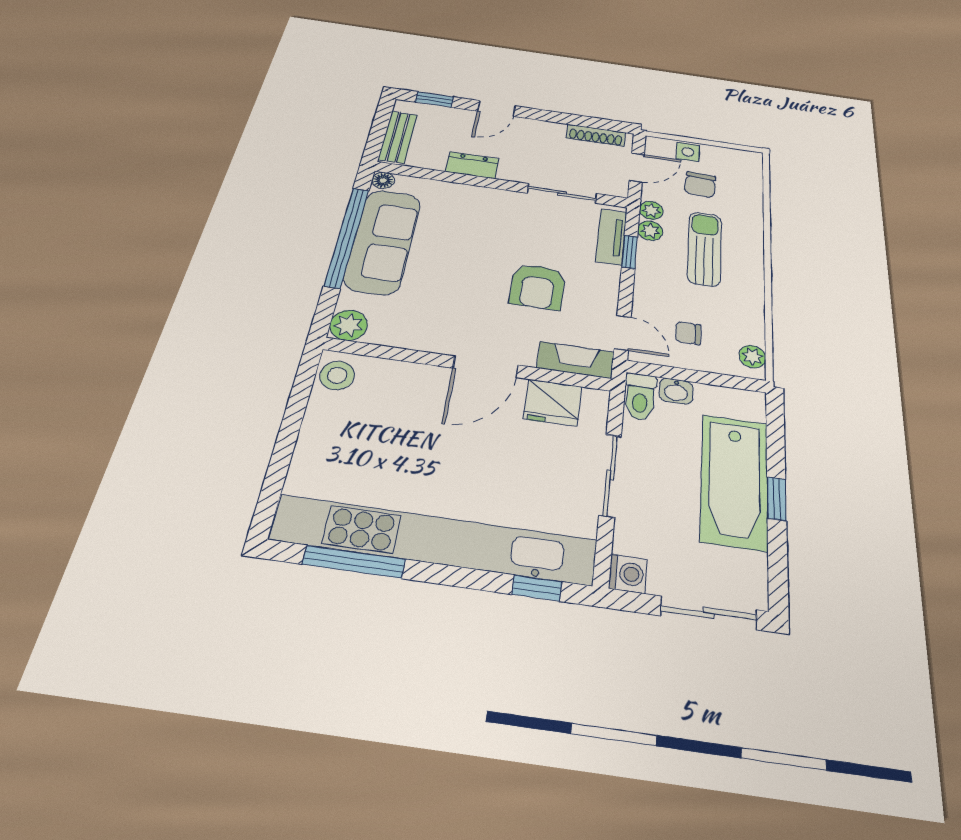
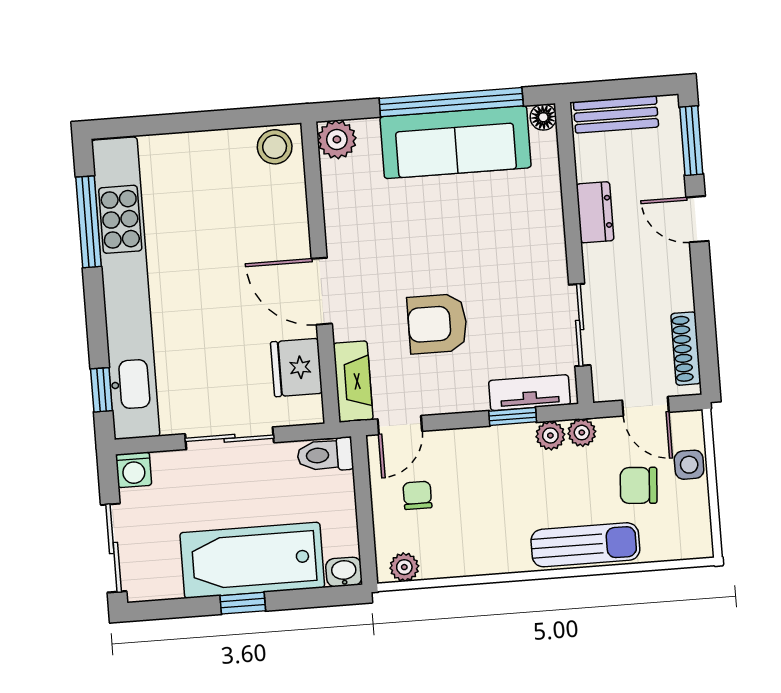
window: (434, 100) -> (691, 141), width x1.50
sun lounger: (704, 249) -> (585, 545), moved
washbasin: (676, 391) -> (344, 572), moved, turned 90

